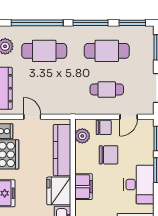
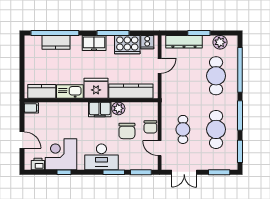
plant: (82, 136) -> (118, 108), moved

